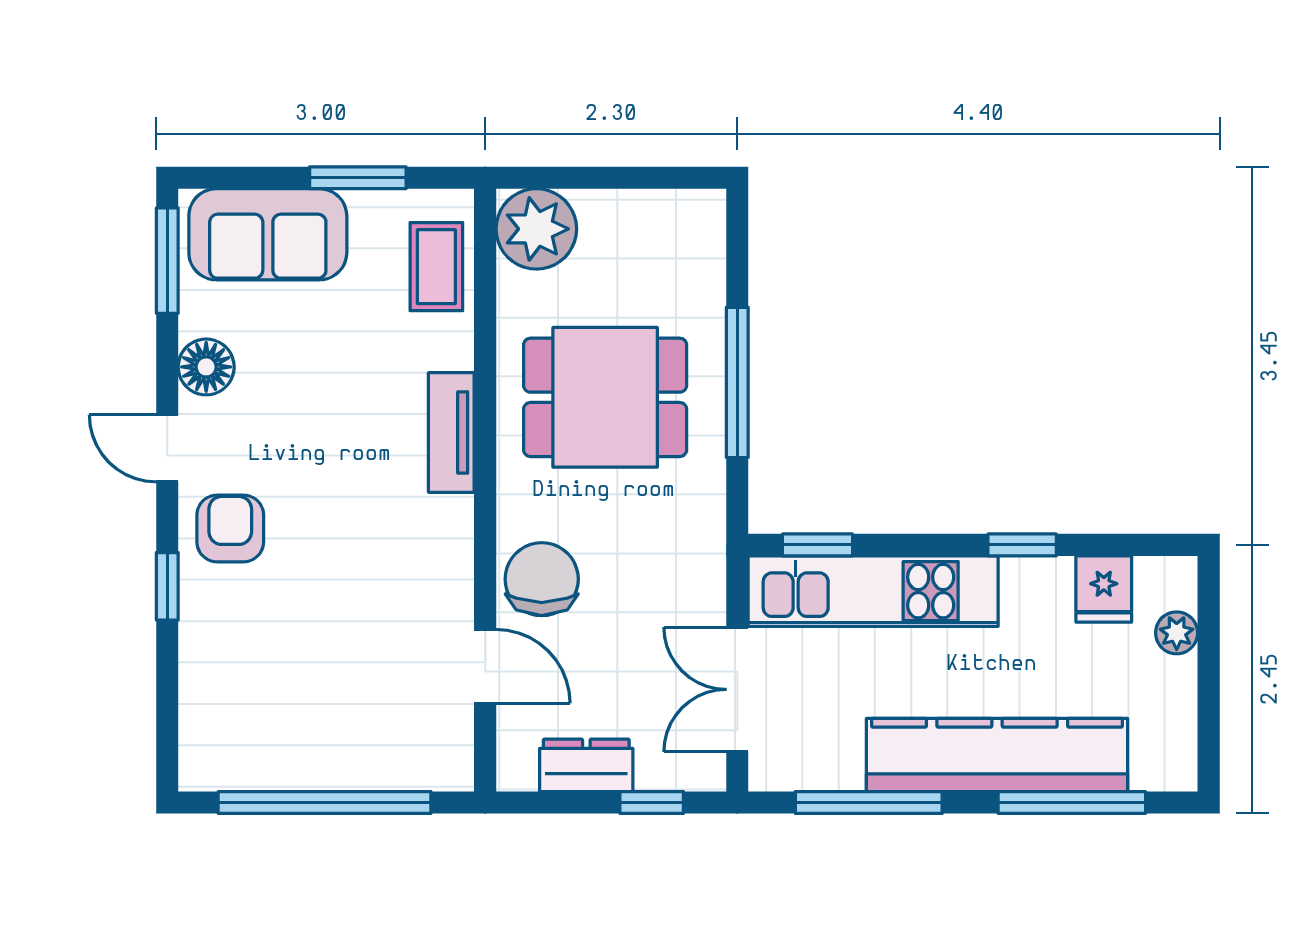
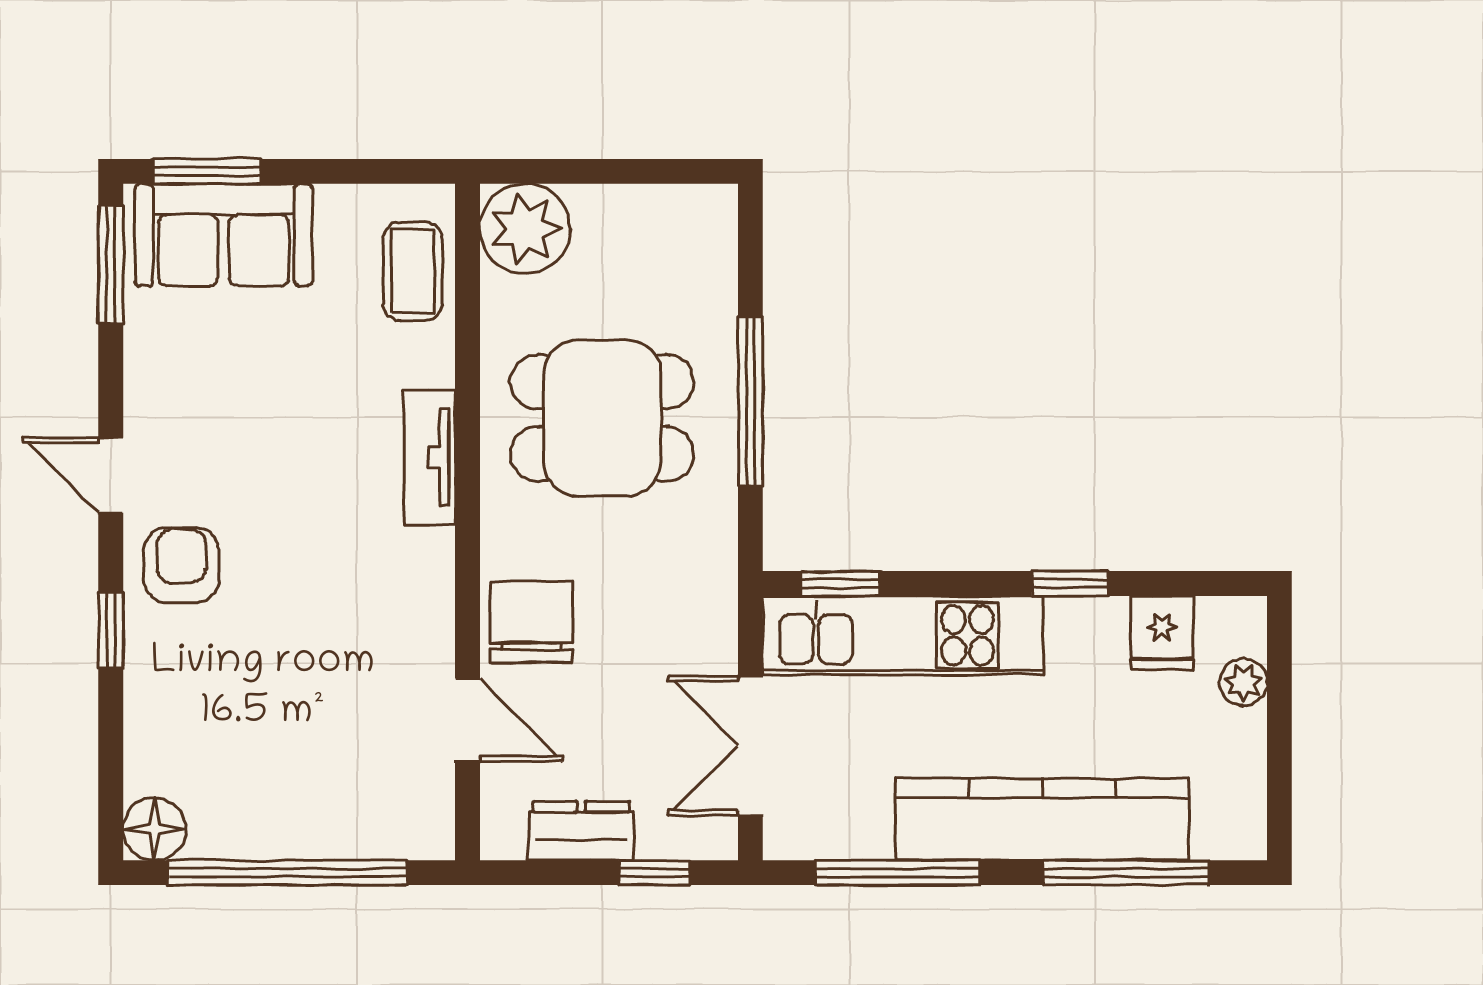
window: (358, 178) -> (207, 171), moved
floor lamp: (206, 367) -> (154, 829), moved

